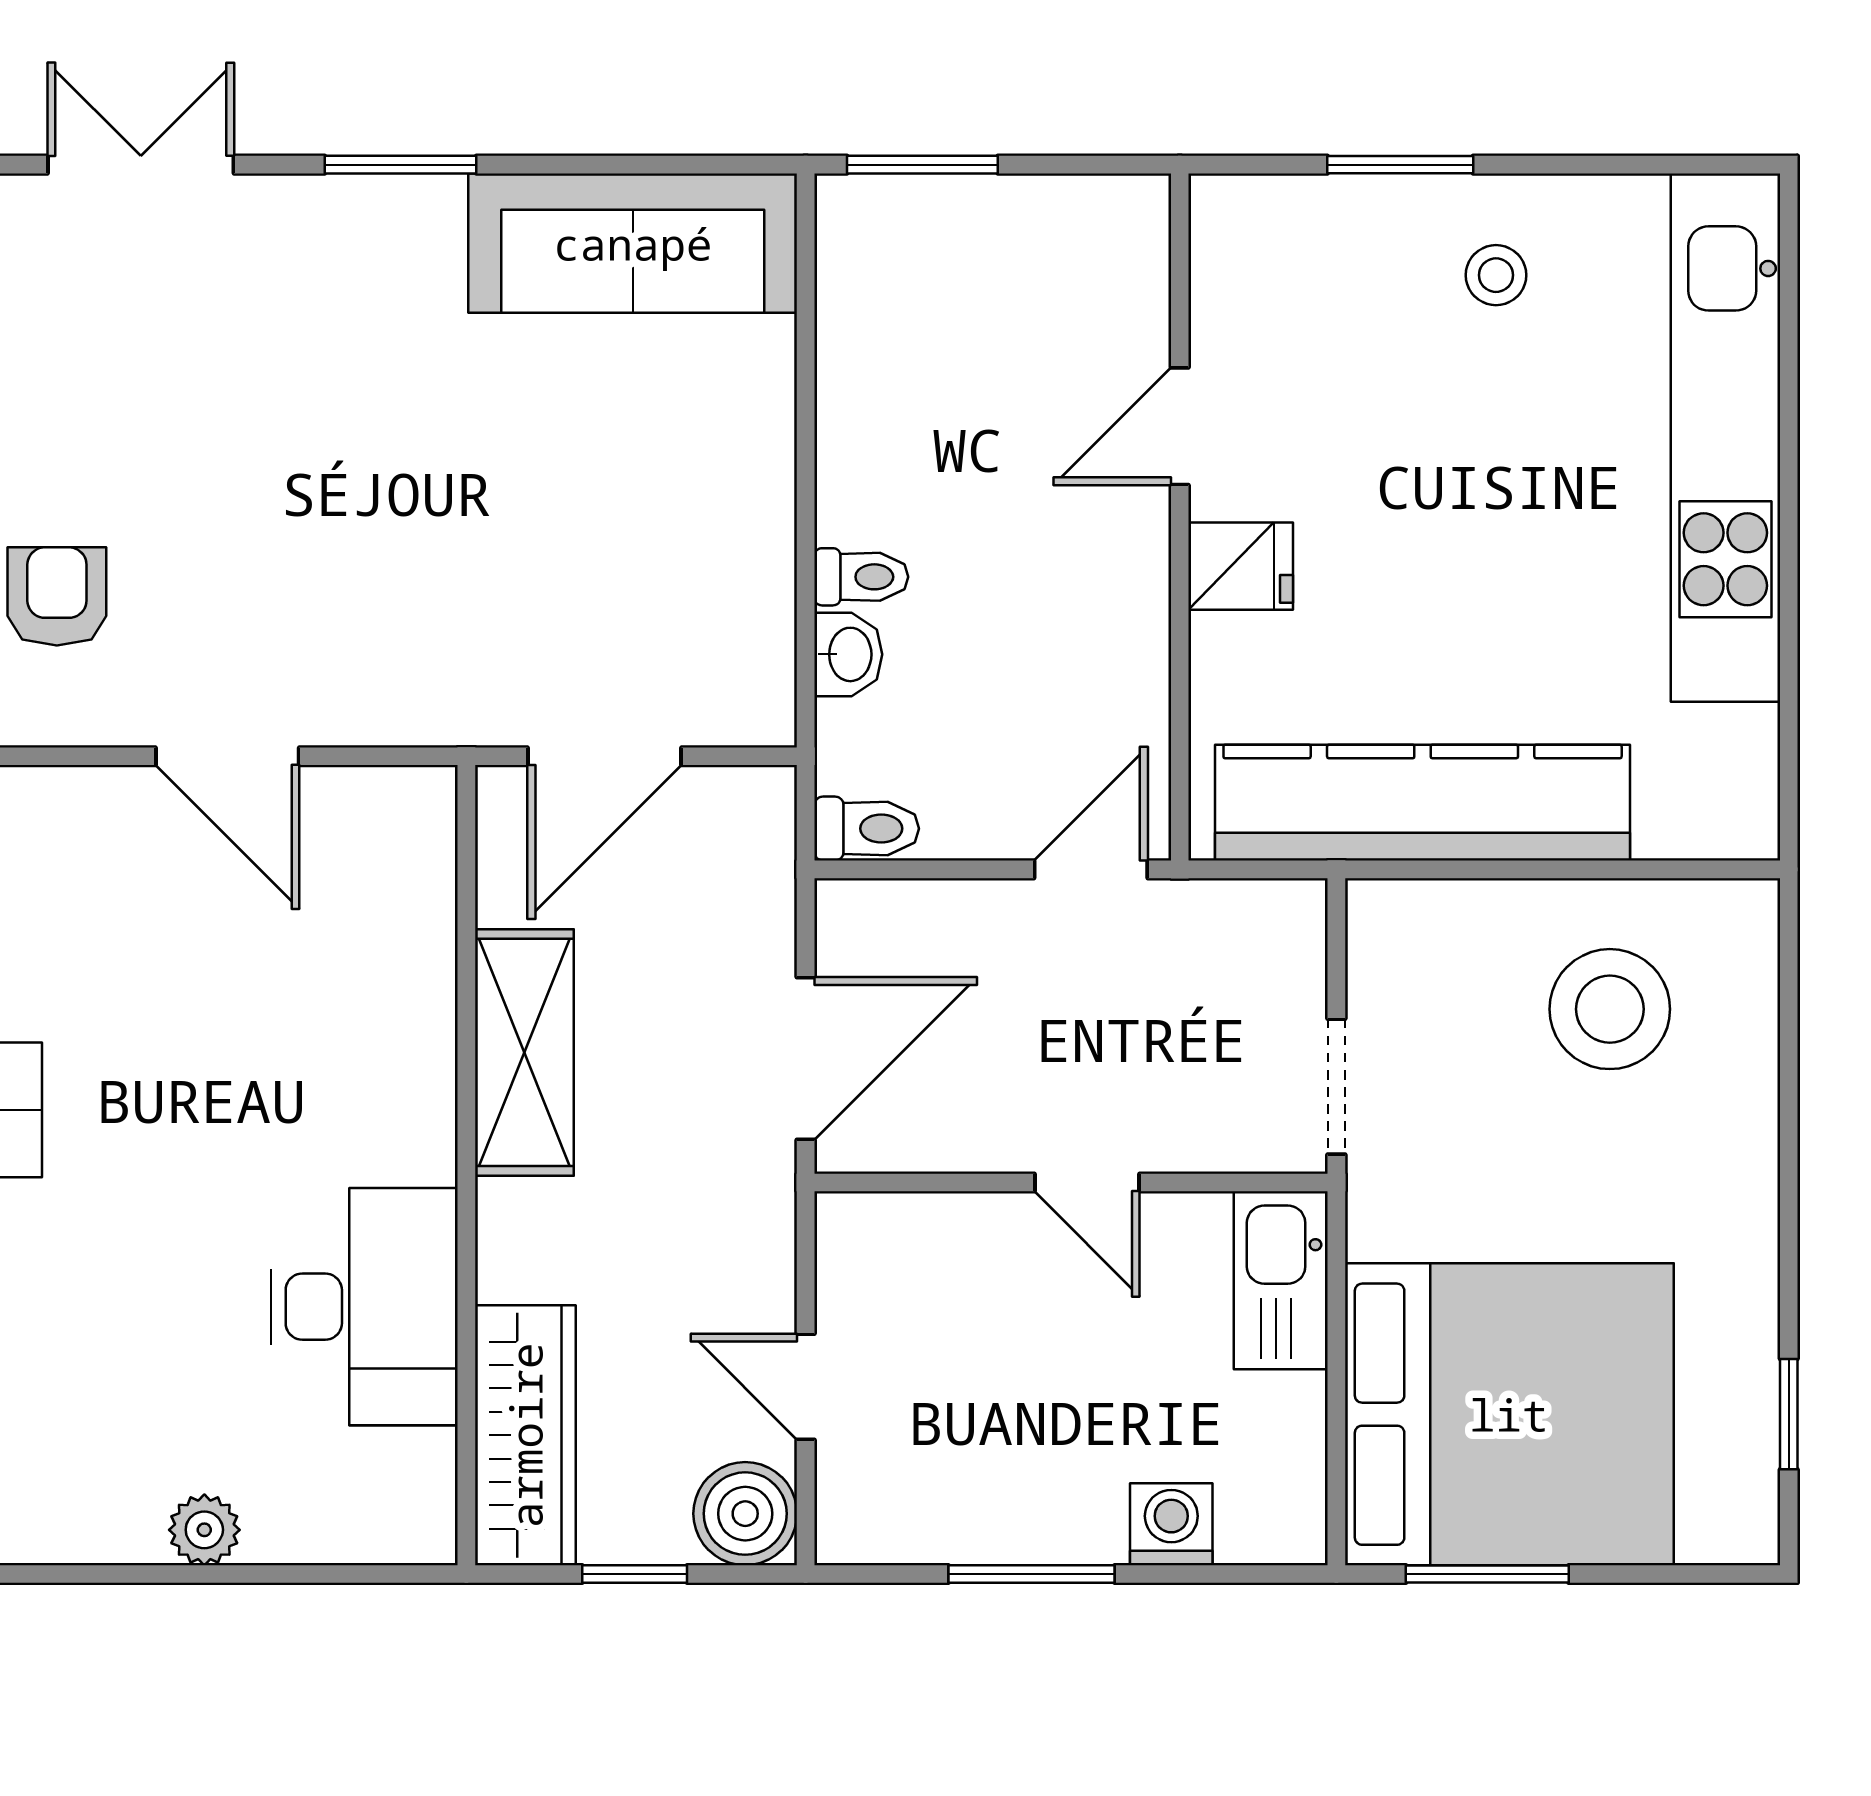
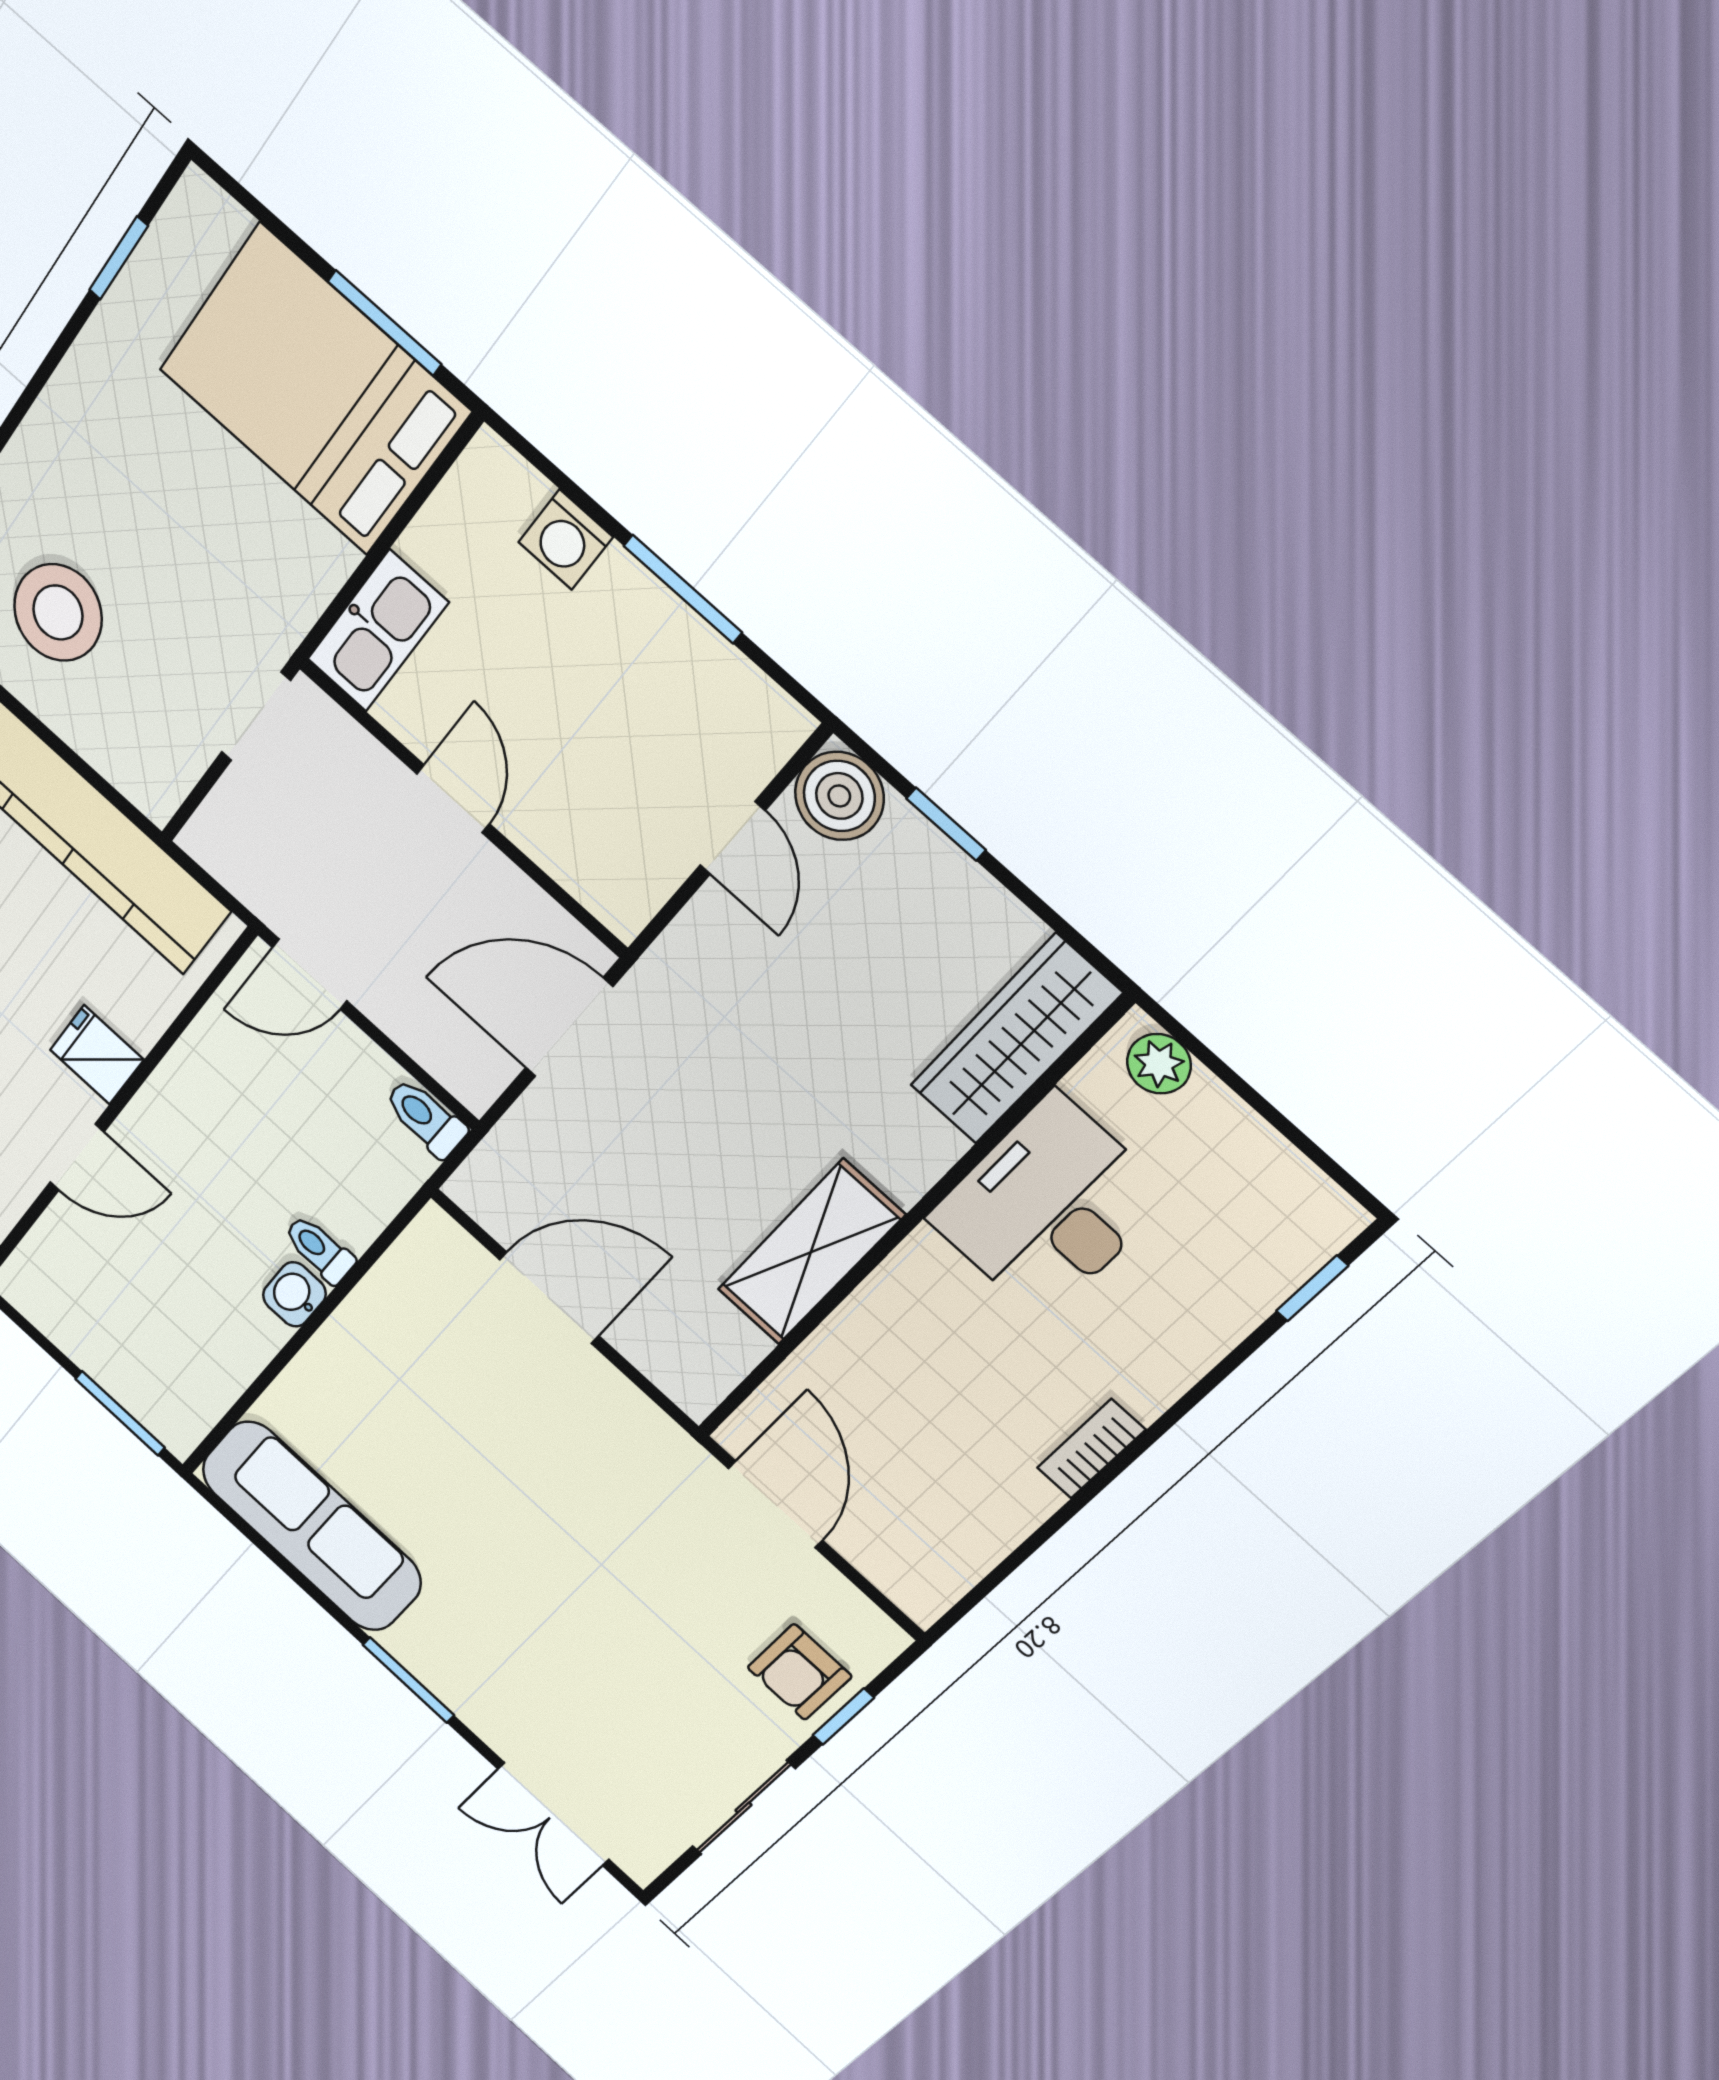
washbasin: (848, 654) -> (294, 1294), moved
shelving: (524, 1052) -> (811, 1252), moved
wall: (466, 1165) -> (906, 1225), moved
desk: (364, 1307) -> (1049, 1207), moved
bed: (1509, 1414) -> (314, 390), width x0.73
wardrobe: (525, 1435) -> (1015, 1039), moved
plant: (204, 1530) -> (1159, 1064), moved

